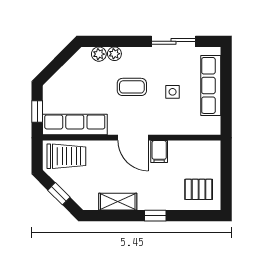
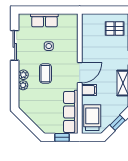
plant: (99, 54) -> (23, 75), moved
row of seats: (211, 85) -> (44, 20), width x0.68
filing cabinet: (159, 151) -> (89, 90), moved
pallet: (199, 189) -> (115, 29), turned 90

